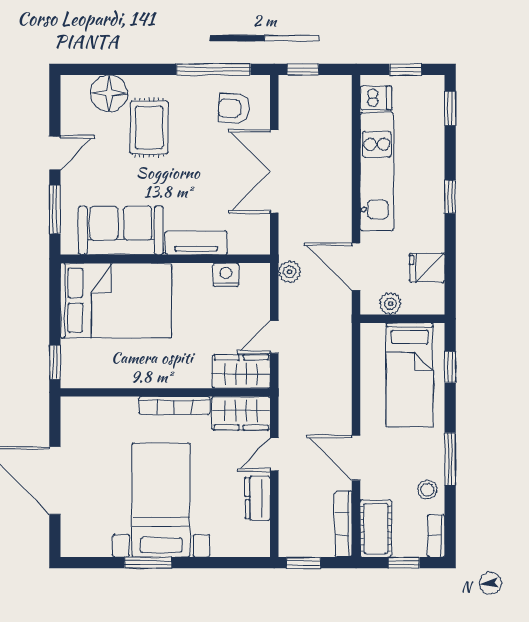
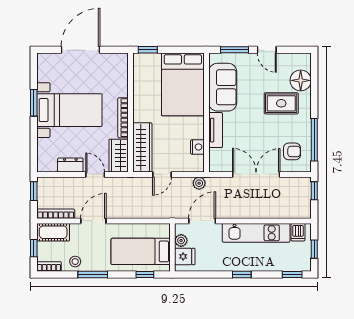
armchair: (234, 109) -> (292, 151), turned 87
fridge: (427, 268) -> (185, 256), moved, turned 90
door: (274, 337) -> (162, 174), swing flipped
wardrobe: (241, 371) -> (142, 147), width x1.50

